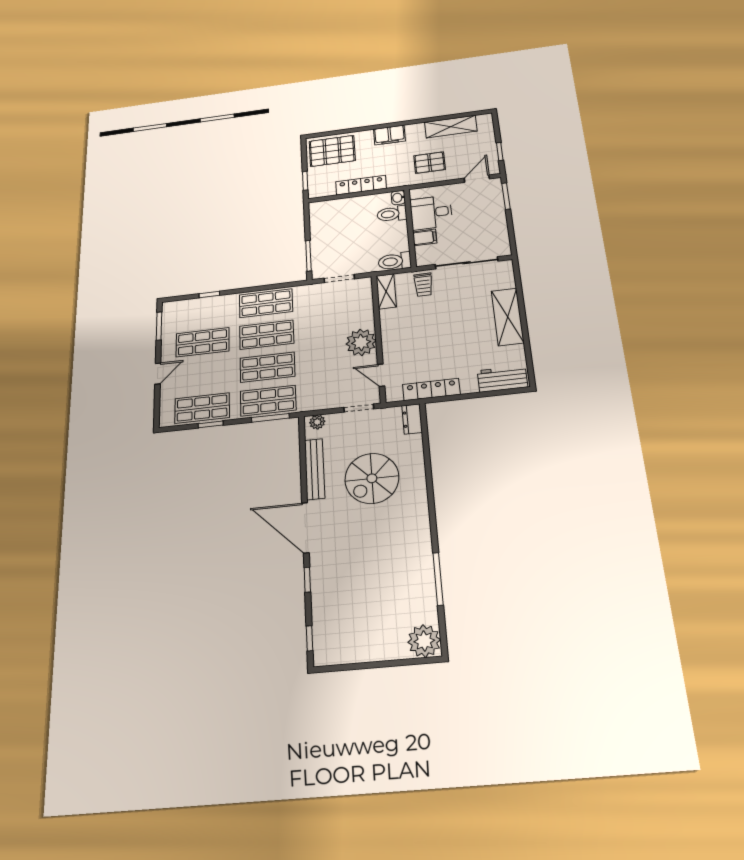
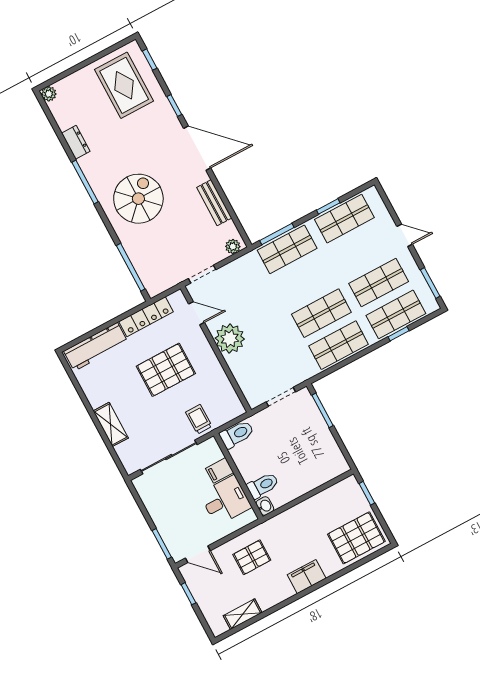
shelving: (451, 127) -> (243, 614), width x0.67, depth x0.75
door: (477, 179) -> (198, 554), hinge flipped
locker: (361, 185) -> (308, 508), removed
shelving: (386, 291) -> (230, 399), removed
shelving: (508, 317) -> (111, 424), width x0.67, depth x0.75
pallet: (434, 336) -> (166, 370), added
shop shelf: (267, 367) -> (396, 314), moved
door: (158, 374) -> (405, 235), swing flipped
workbench: (502, 379) -> (96, 347), width x1.37
dresser: (412, 419) -> (76, 142), moved
window: (425, 440) -> (131, 267), added
bench: (315, 469) -> (214, 203), width x0.73
spiral stairs: (372, 478) -> (138, 199), moved
window: (438, 579) -> (85, 182), moved
rug: (349, 623) -> (124, 85), added
plant: (424, 641) -> (49, 94), width x0.53, depth x0.53

